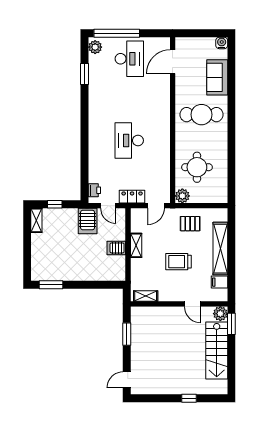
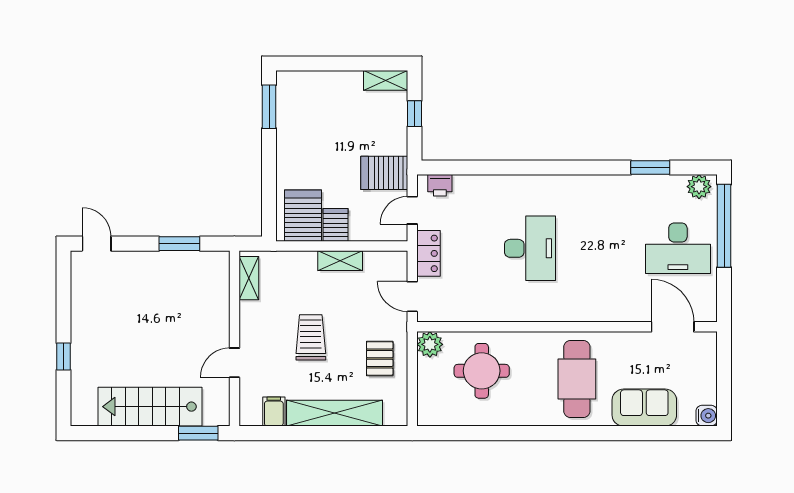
desk: (129, 141) -> (530, 248), turned 90
server rack: (111, 266) -> (303, 216), added
plant: (220, 314) -> (217, 413), removed

